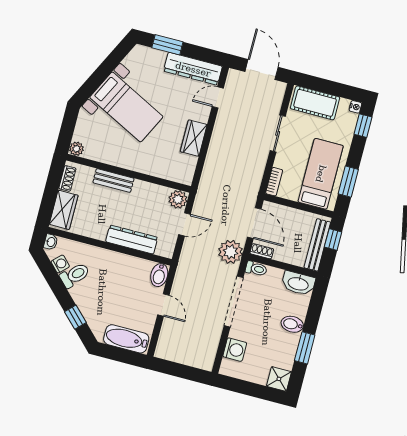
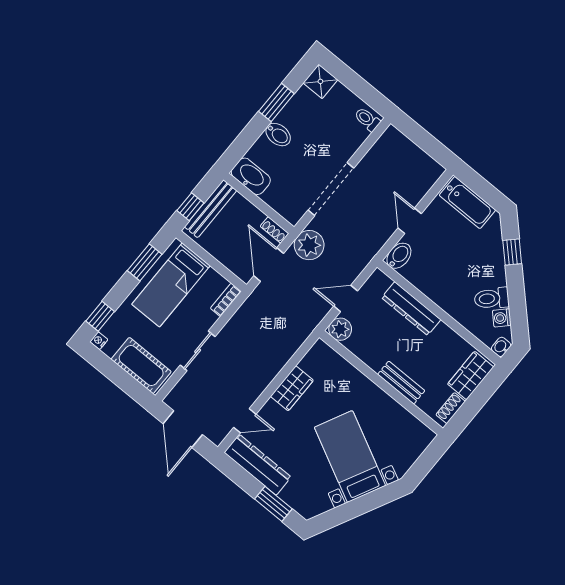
plant: (76, 149) -> (426, 436), removed
toilet: (256, 269) -> (367, 119), moved
washing machine: (235, 350) -> (354, 136), removed

